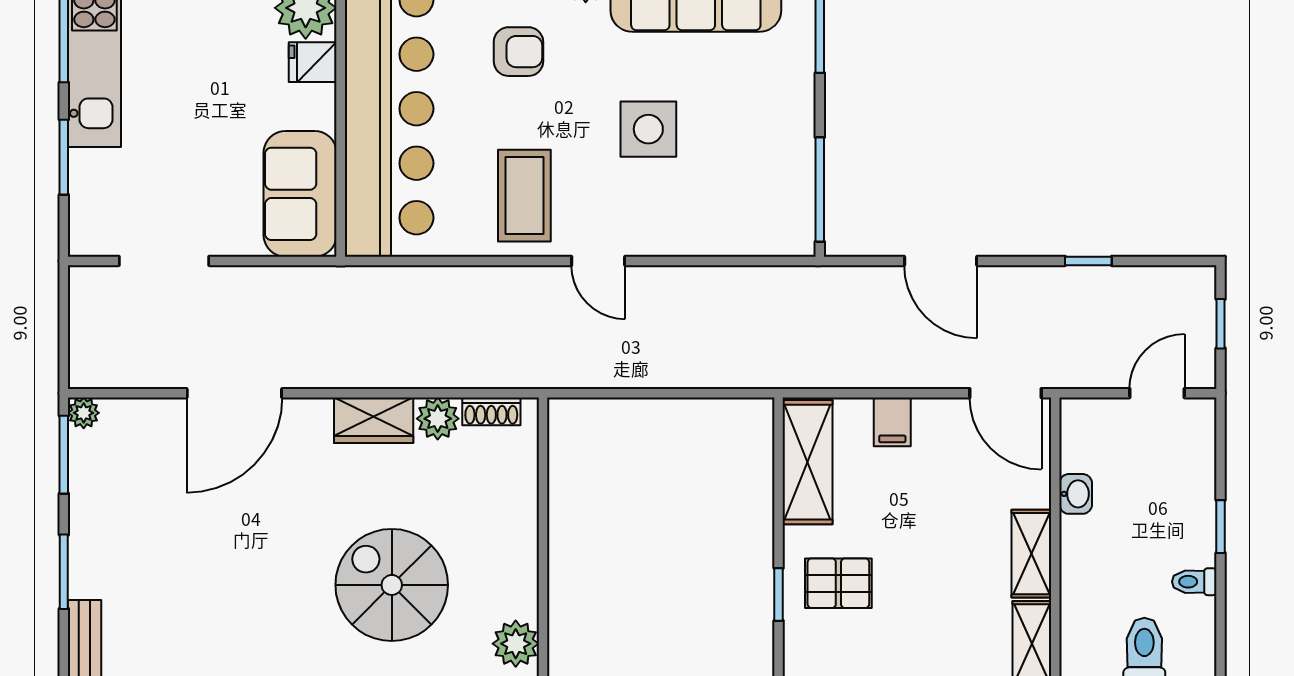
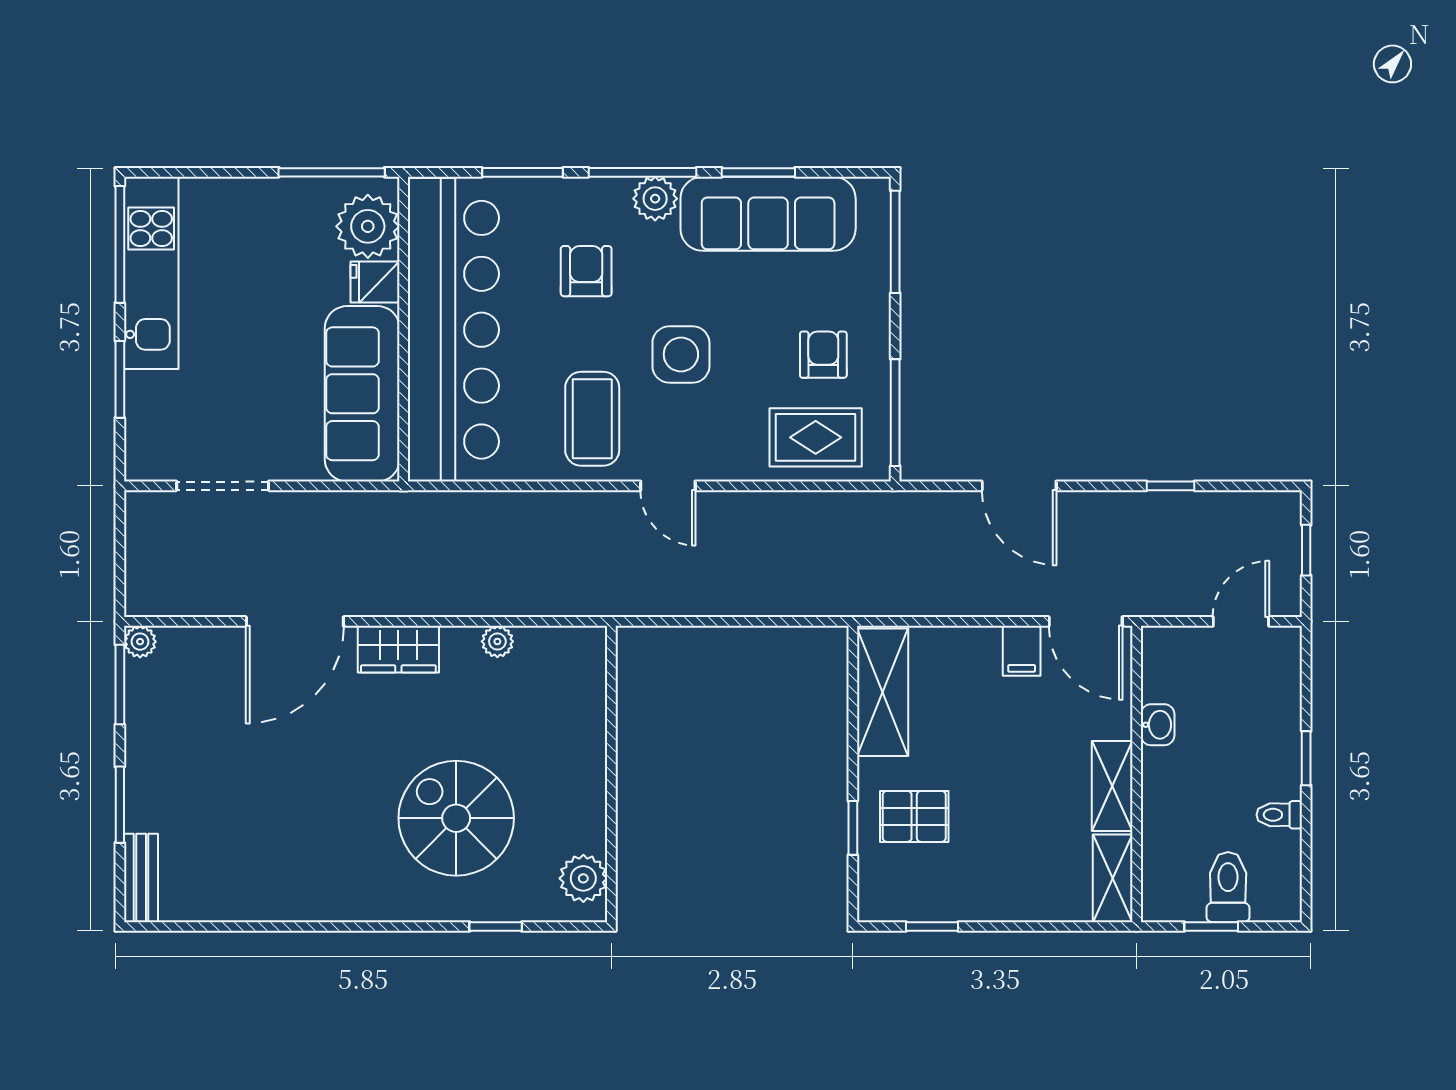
armchair: (518, 52) -> (586, 271), turned -90
side table: (648, 129) -> (681, 354), moved
armchair: (750, 133) -> (823, 355), added
sofa: (300, 194) -> (362, 394), width x1.36
rug: (742, 214) -> (816, 437), added
shoe rack: (491, 411) -> (558, 640), removed
plant: (438, 419) -> (497, 641), width x0.73, depth x0.73
wardrobe: (374, 420) -> (398, 649), moved
filing cabinet: (892, 422) -> (1022, 651), moved

